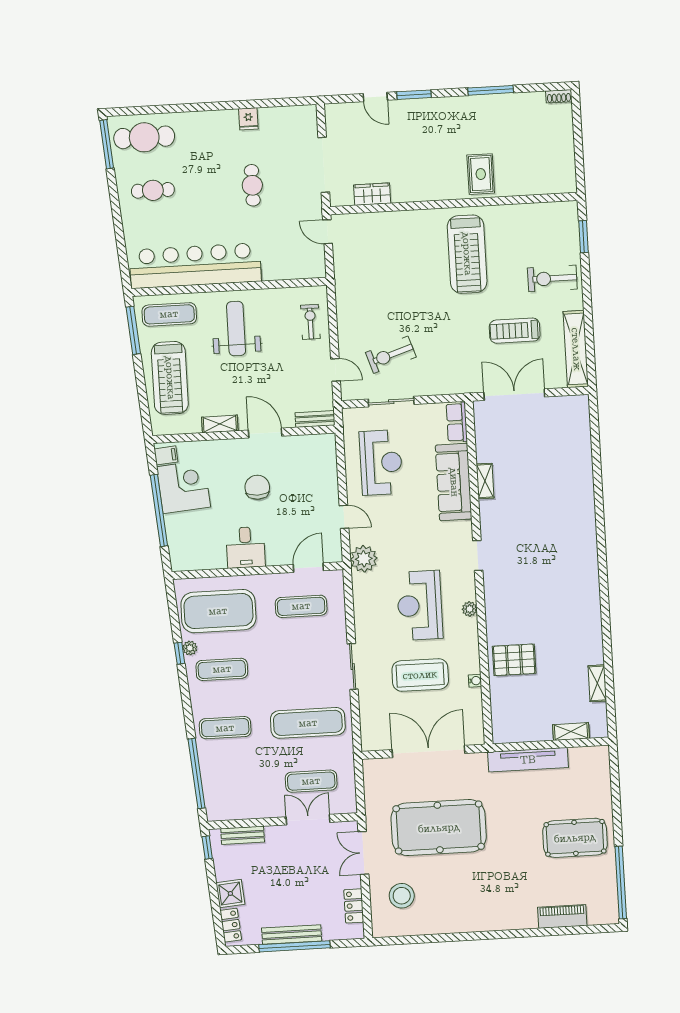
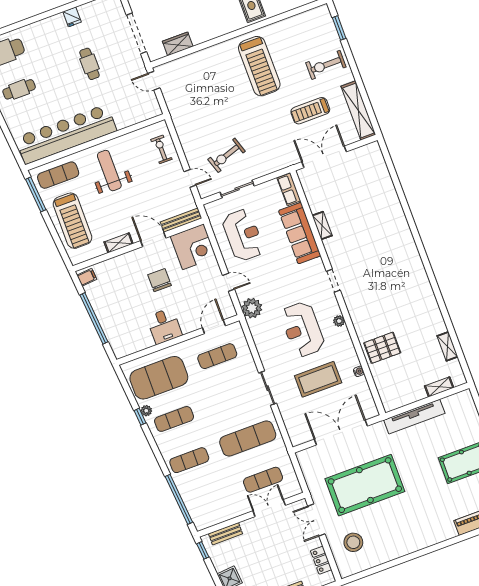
bench: (315, 419) -> (181, 220), width x1.36
corner desk: (184, 487) -> (193, 247), moved, turned 95

